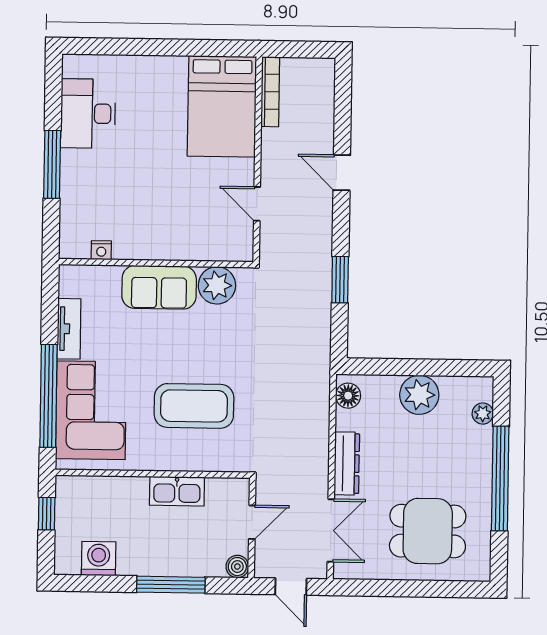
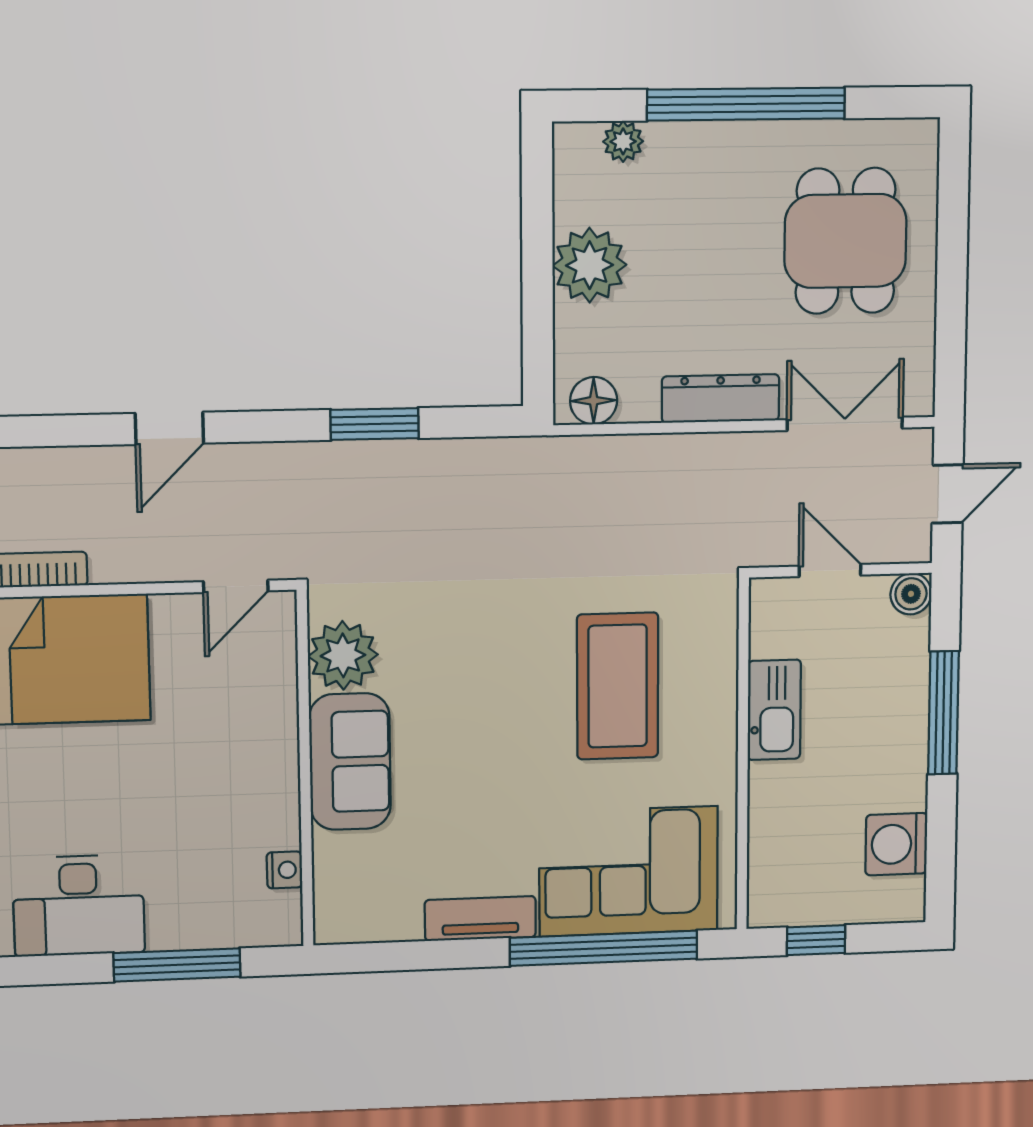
nightstand: (101, 250) -> (285, 870), moved
wall: (156, 263) -> (305, 769), moved
plant: (217, 285) -> (343, 655), moved
sofa: (159, 287) -> (350, 762), moved

